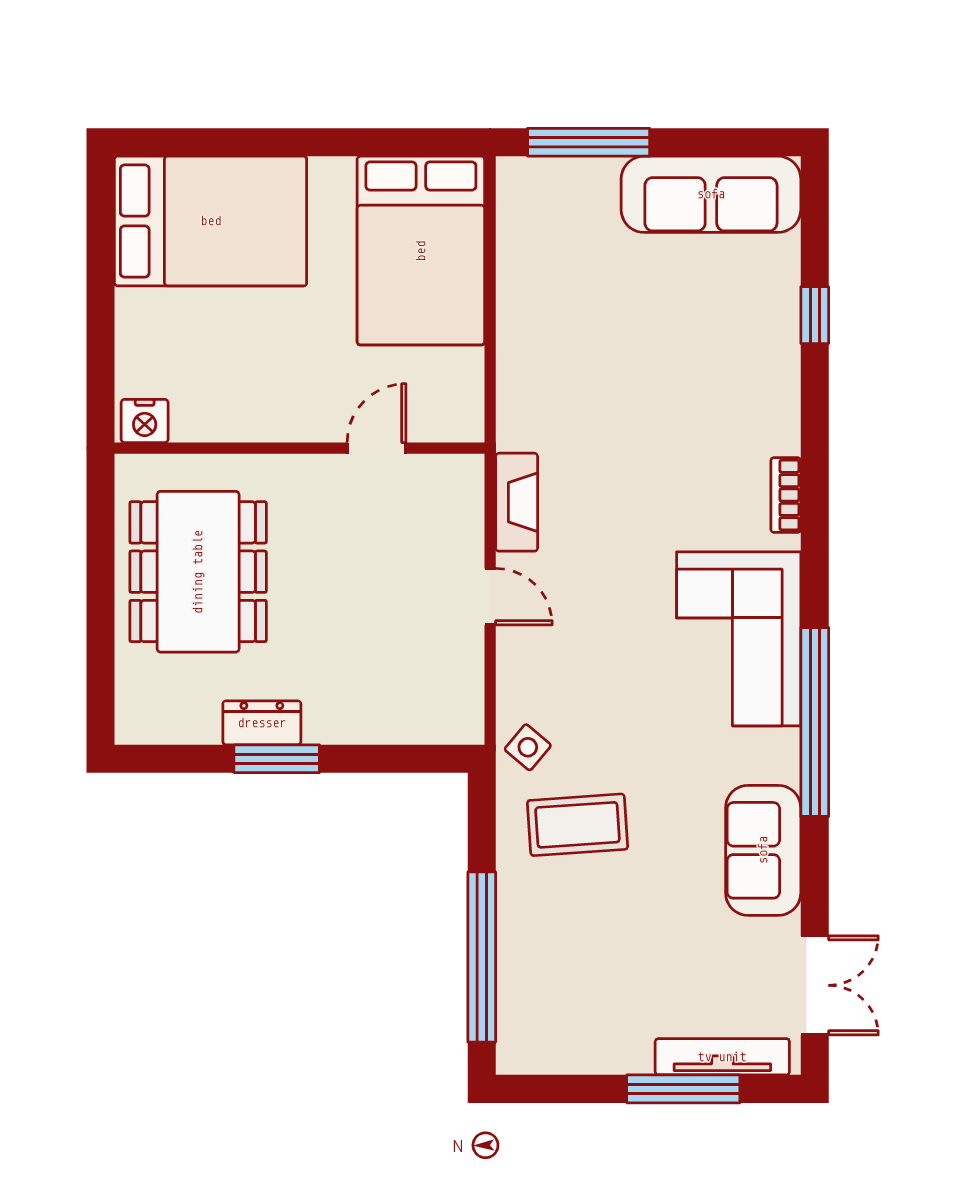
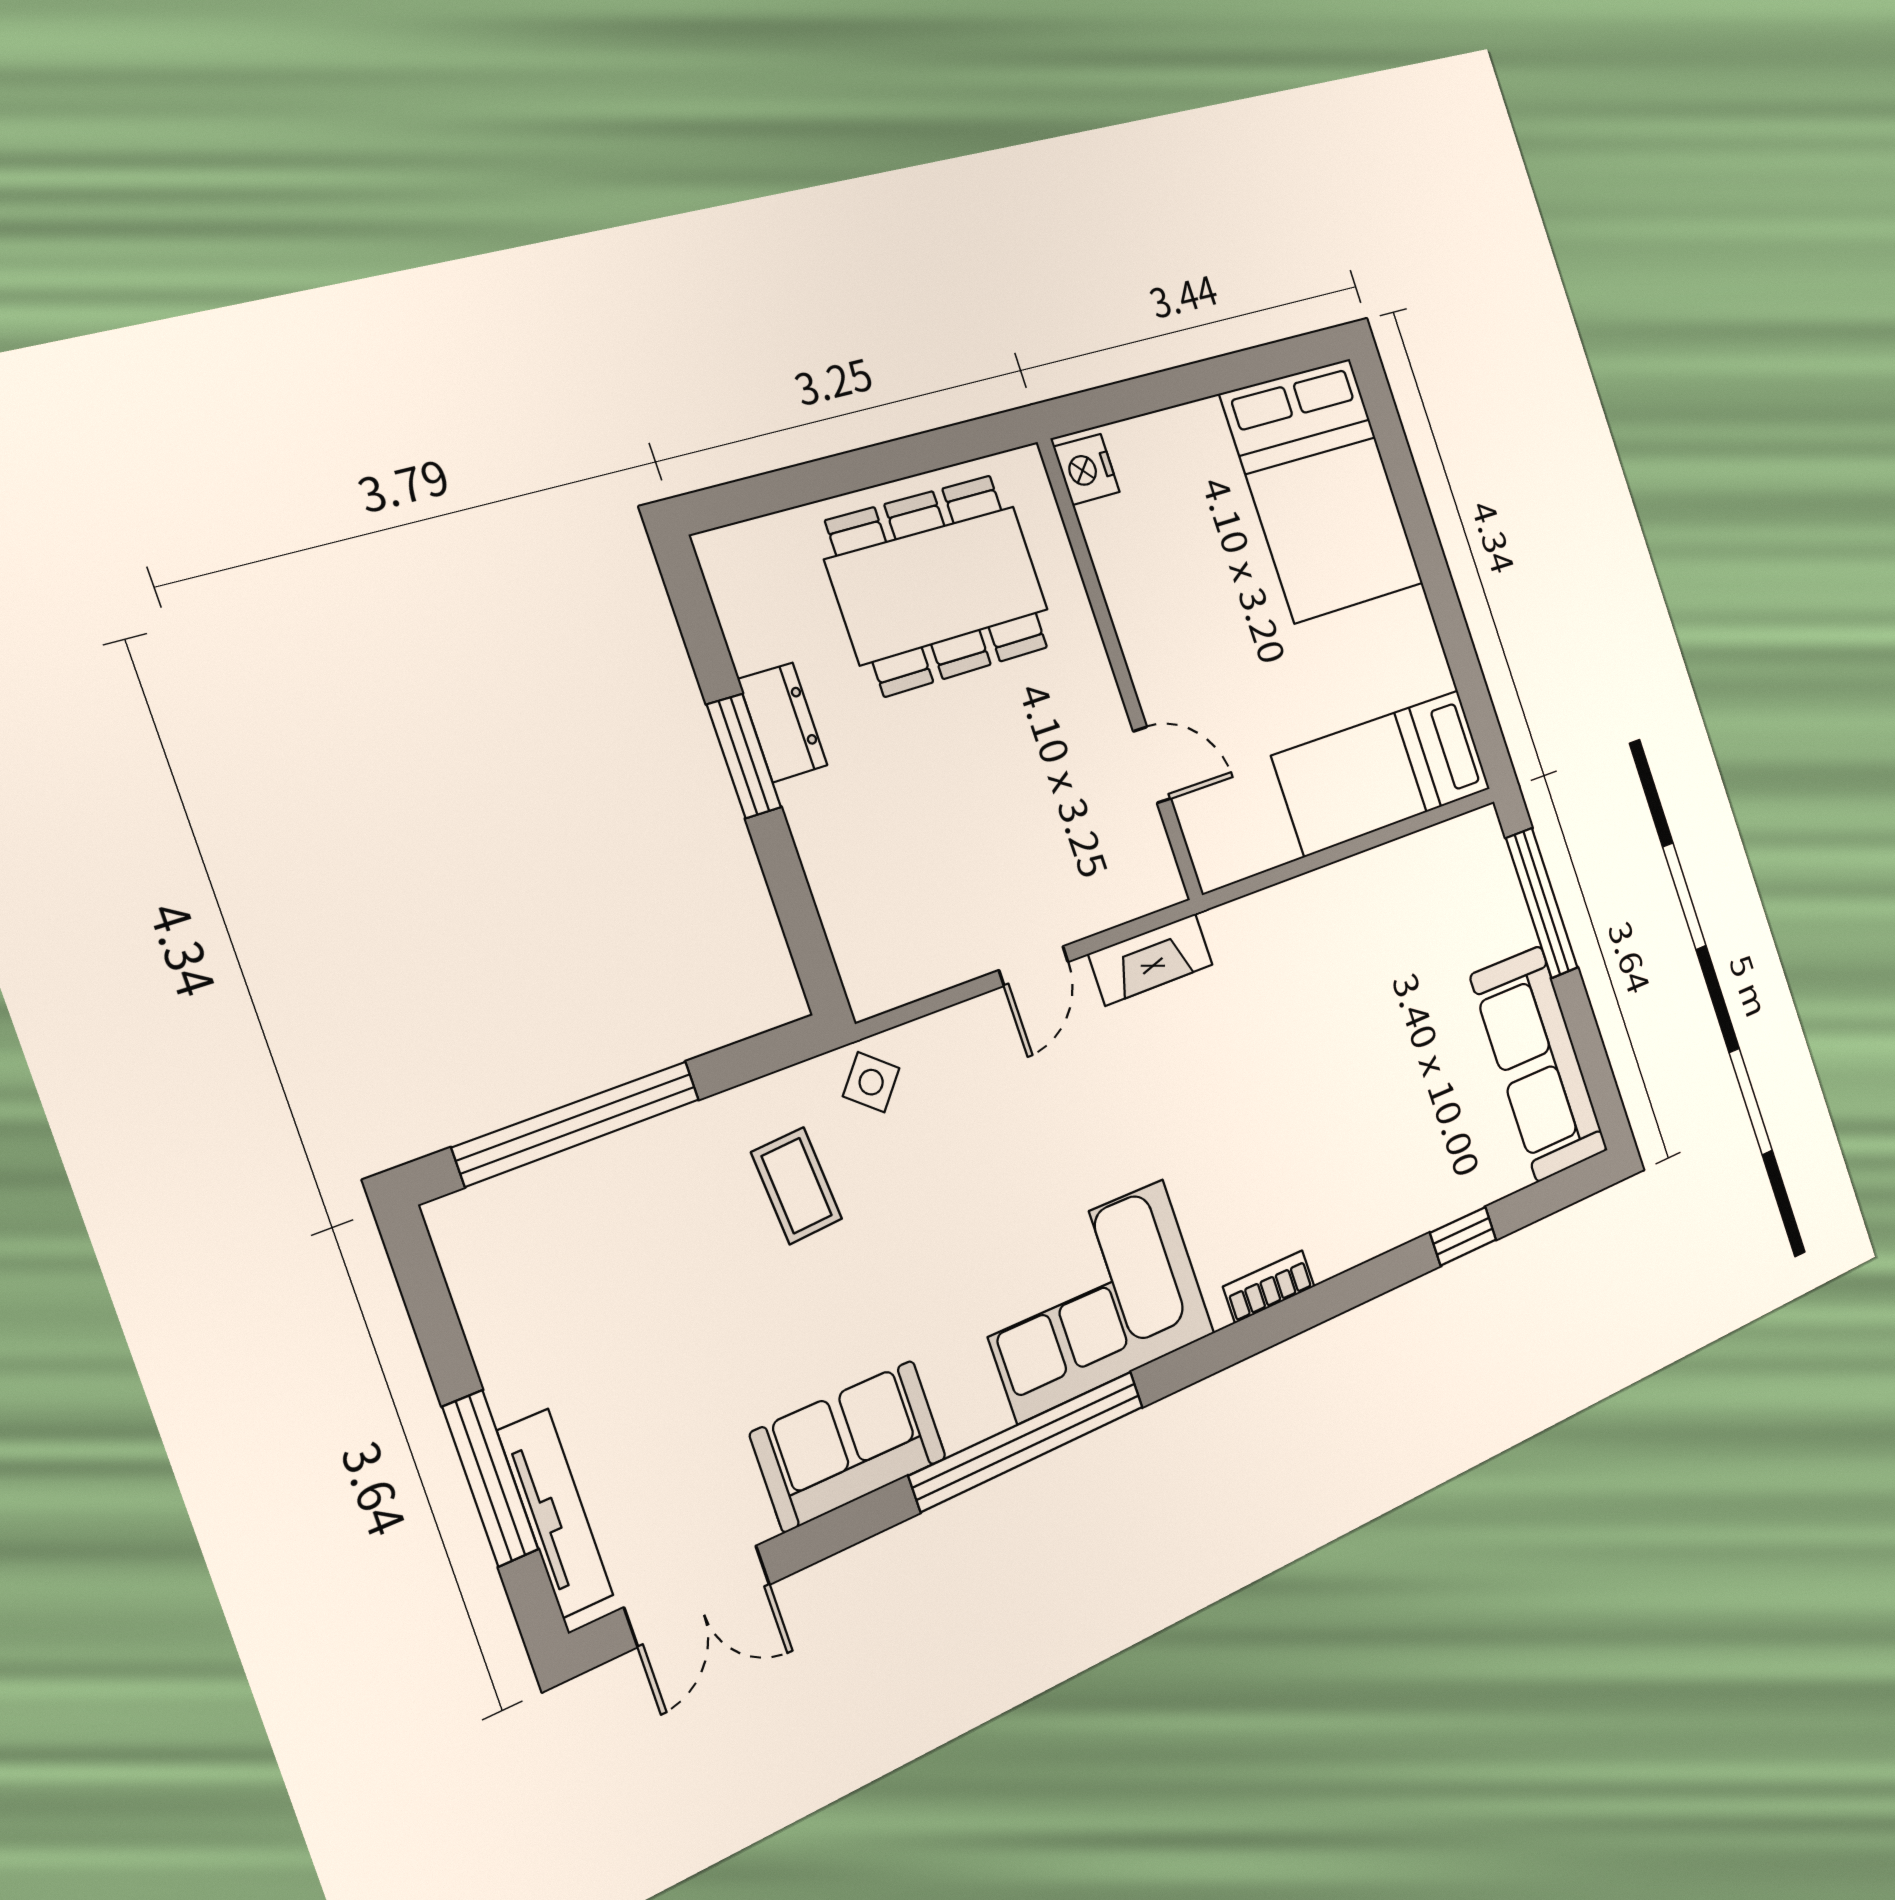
bed: (421, 251) -> (1383, 772), width x0.67
coffee table: (578, 825) -> (797, 1186), width x0.73, depth x0.77

